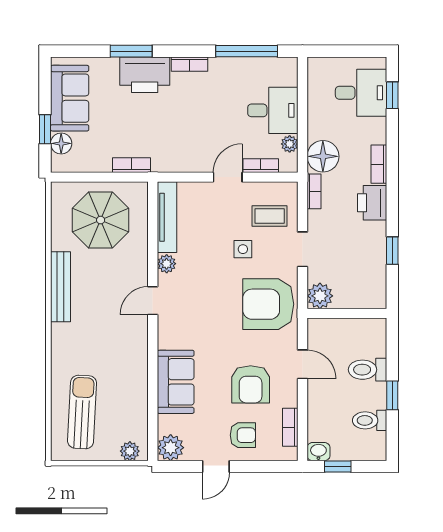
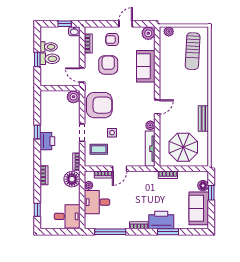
desk: (361, 93) -> (67, 216), moved, turned 180
printer: (372, 203) -> (47, 141), moved
bench: (60, 287) -> (203, 119), width x0.73
plant: (320, 296) -> (73, 97), moved
wall: (347, 313) -> (60, 88), moved
toilet: (367, 370) -> (50, 59), moved

